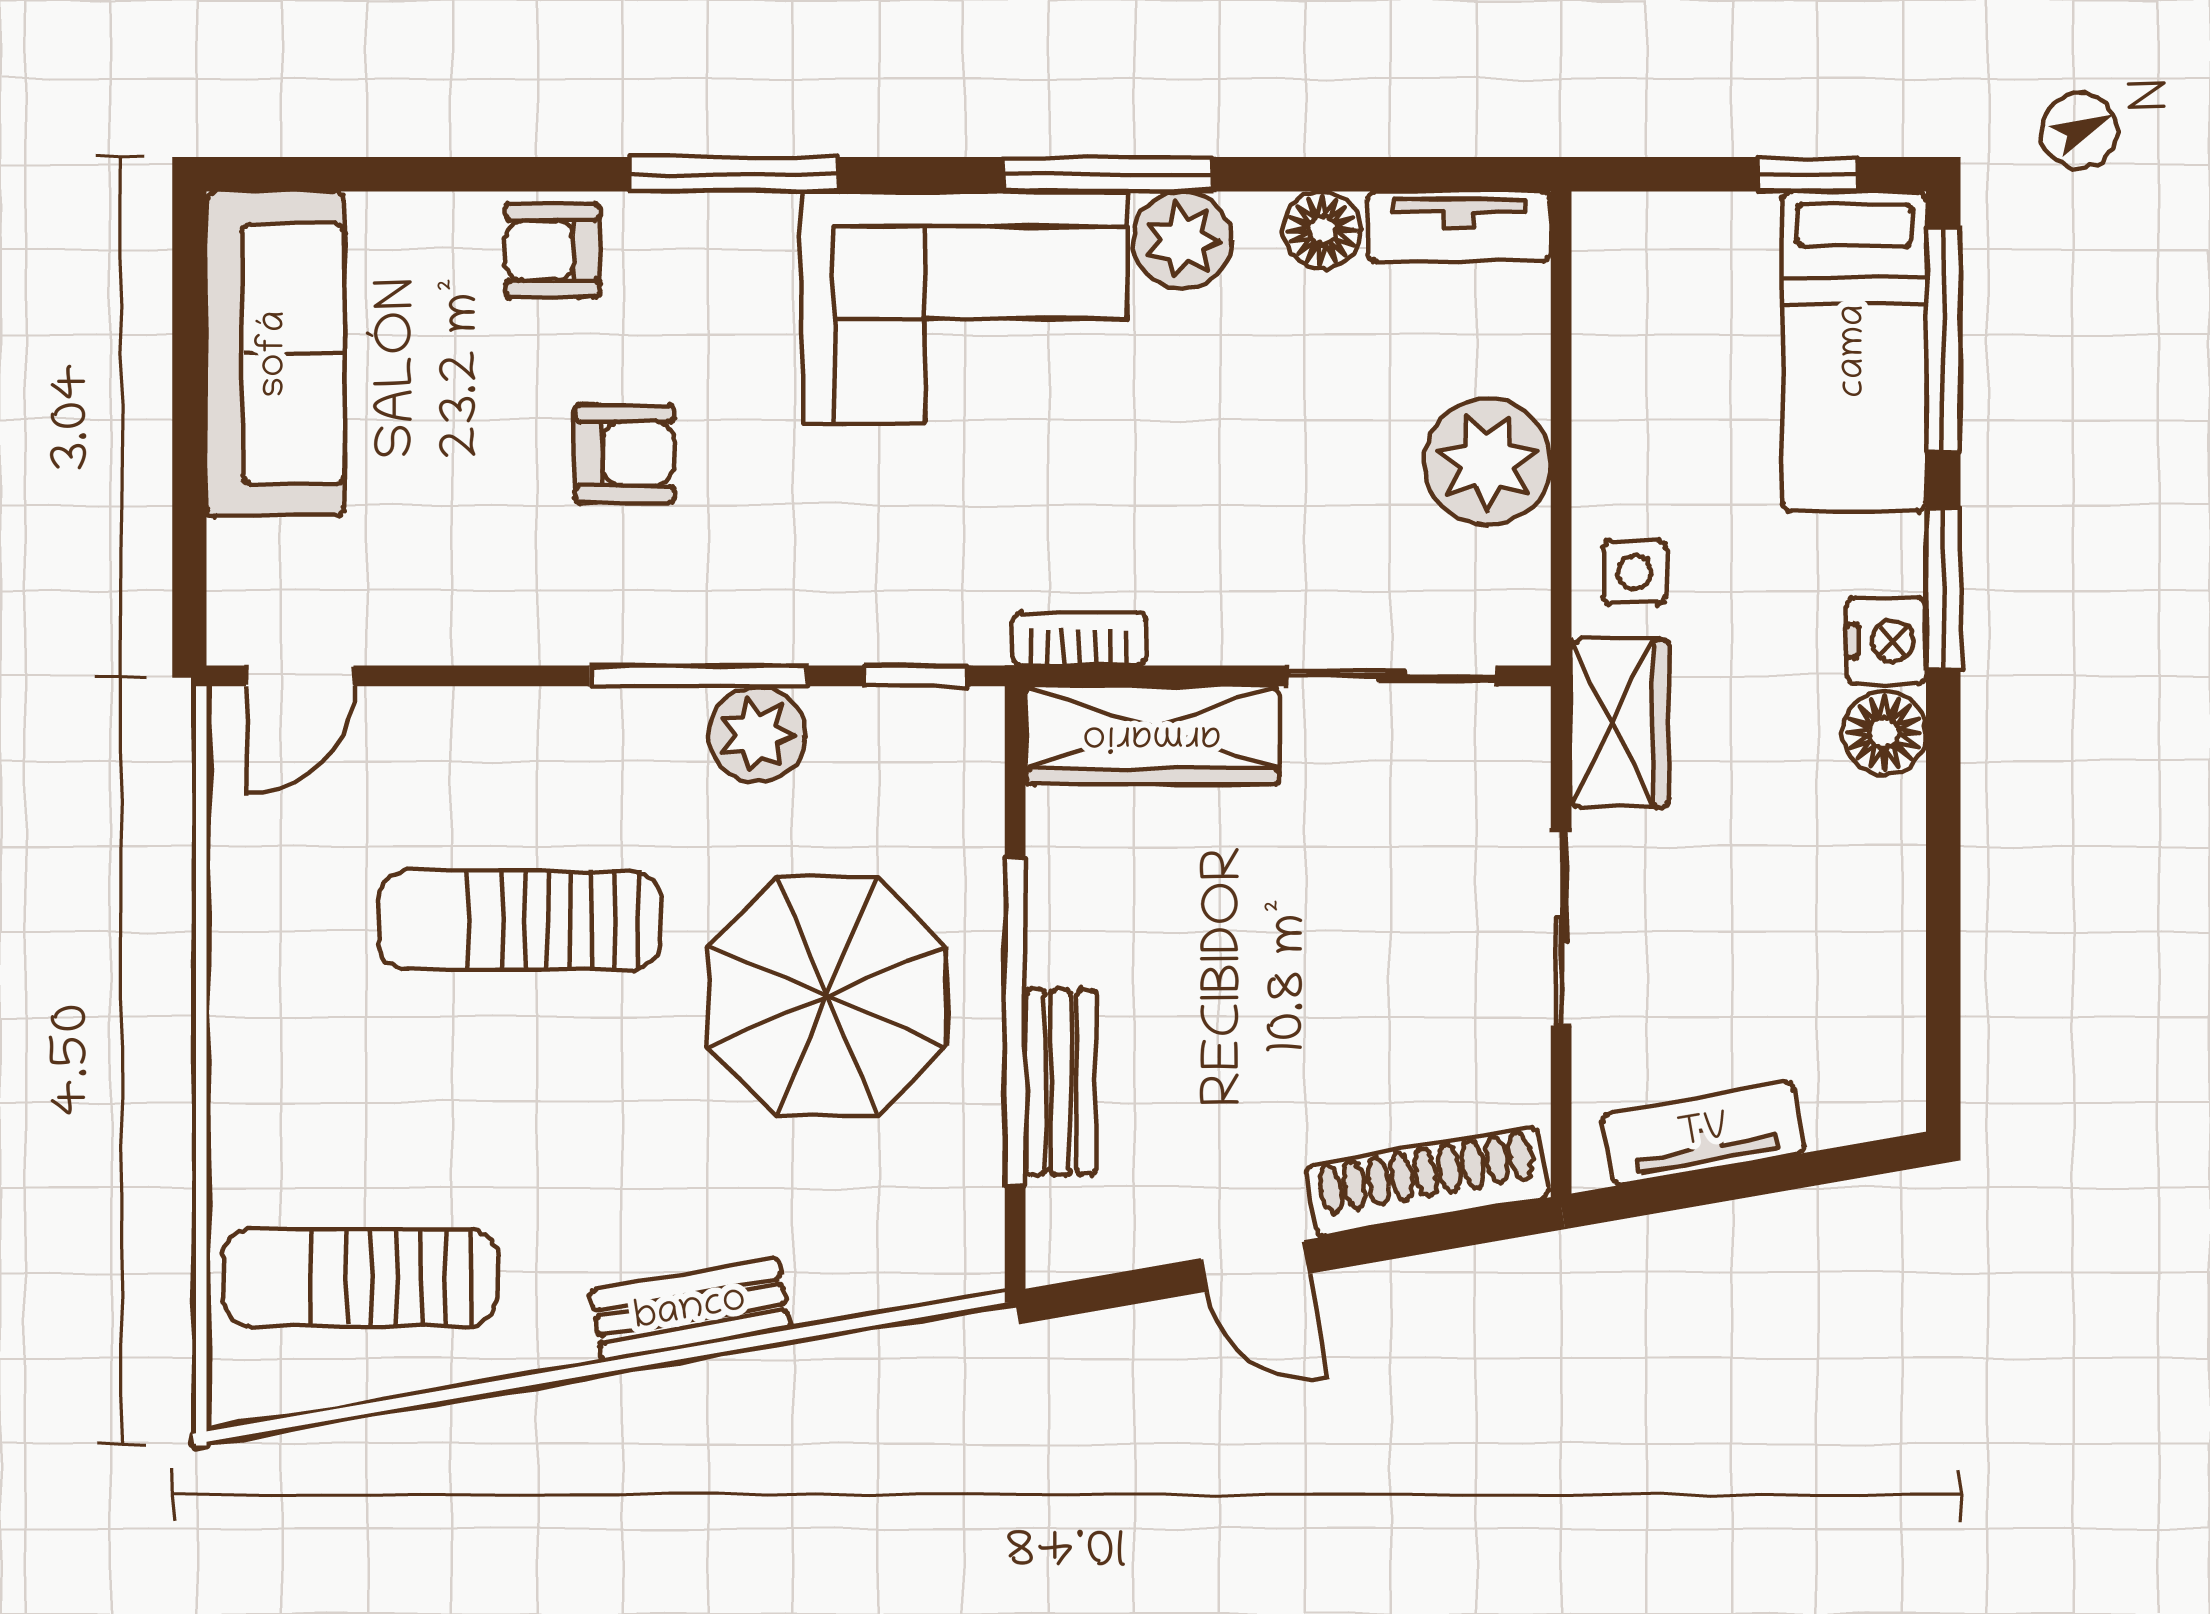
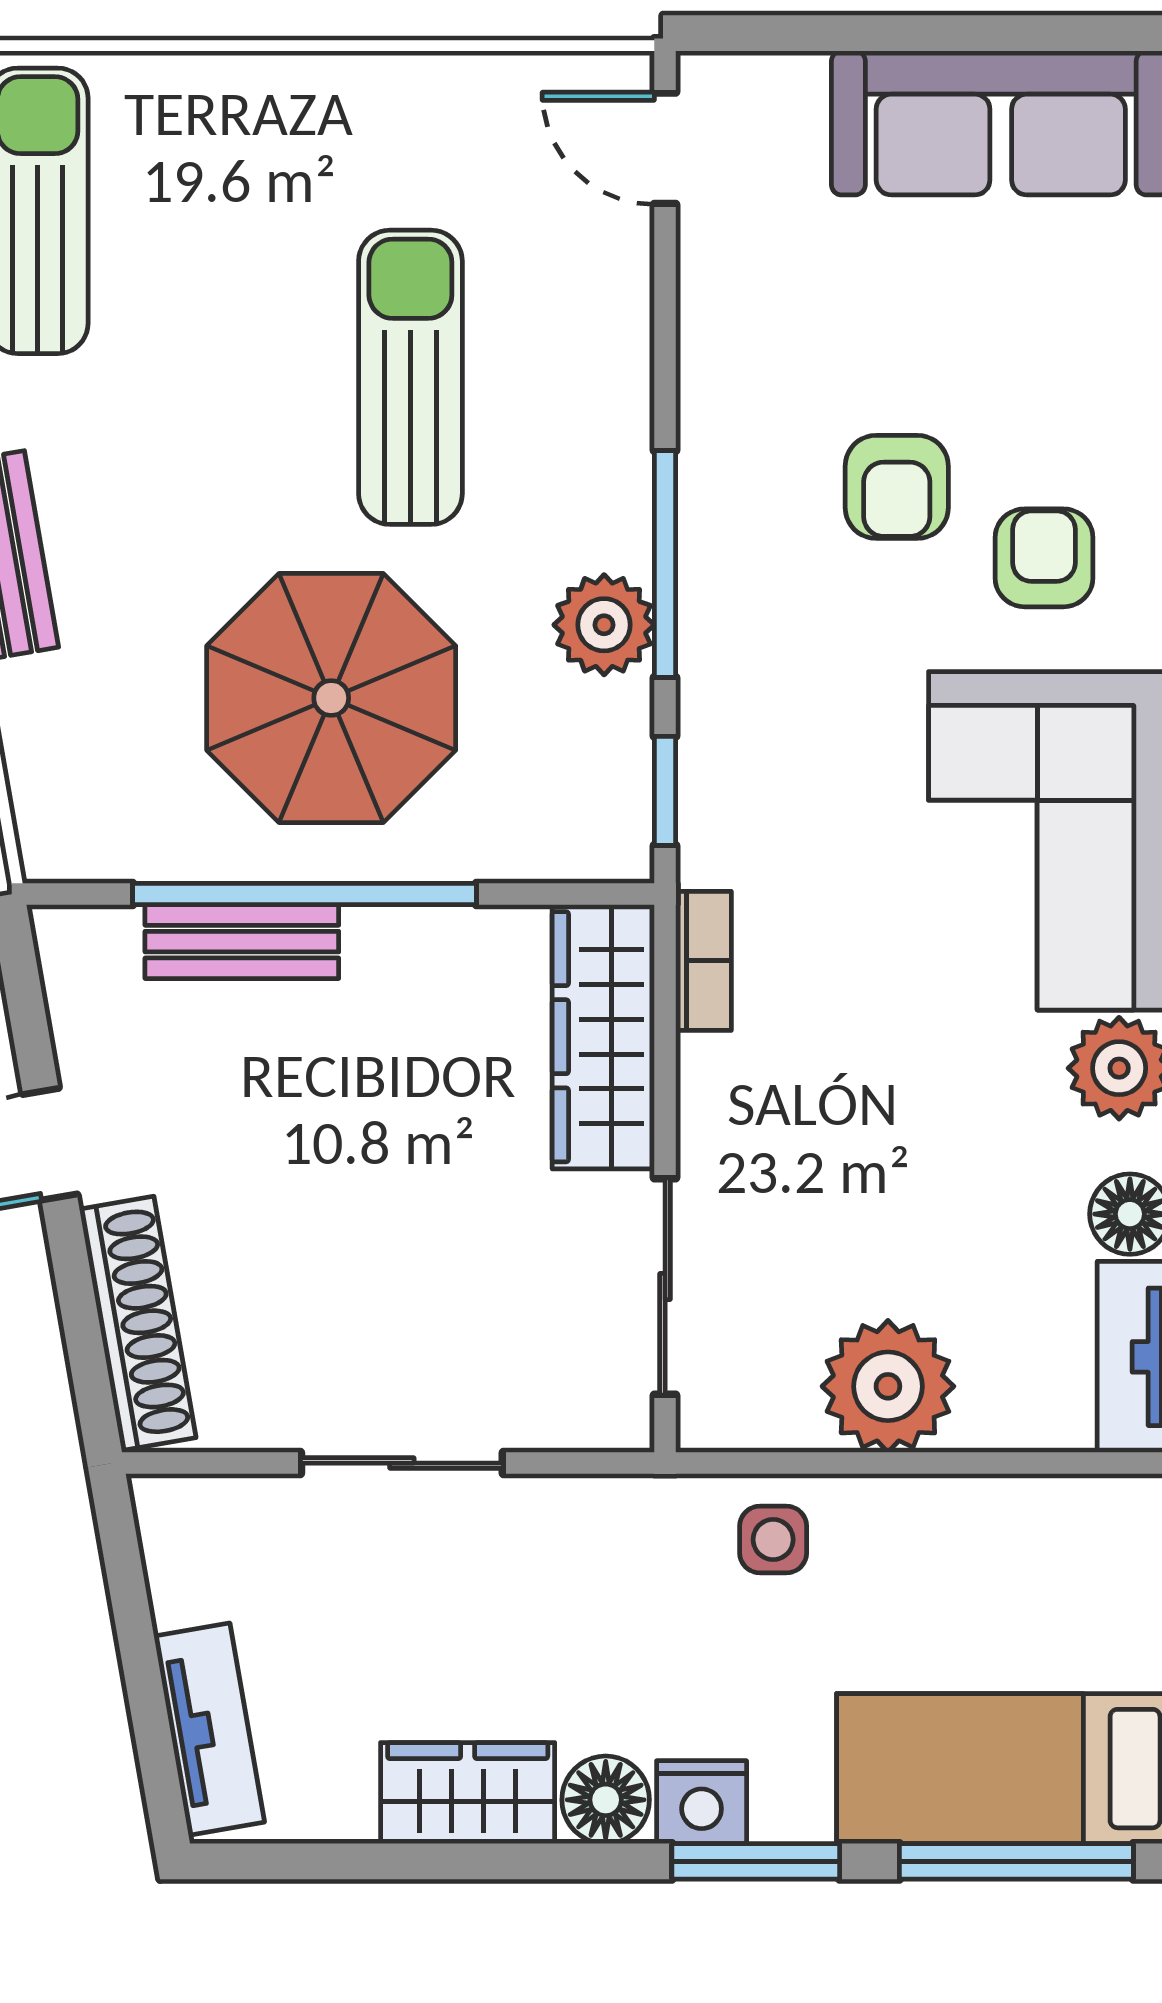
armchair: (553, 250) -> (1044, 558), moved
wardrobe: (1620, 723) -> (468, 1793), moved, turned 180
tv unit: (1704, 1133) -> (209, 1729), moved

